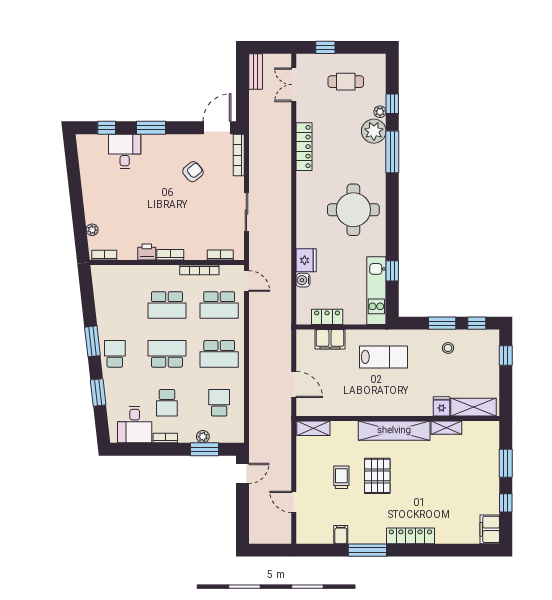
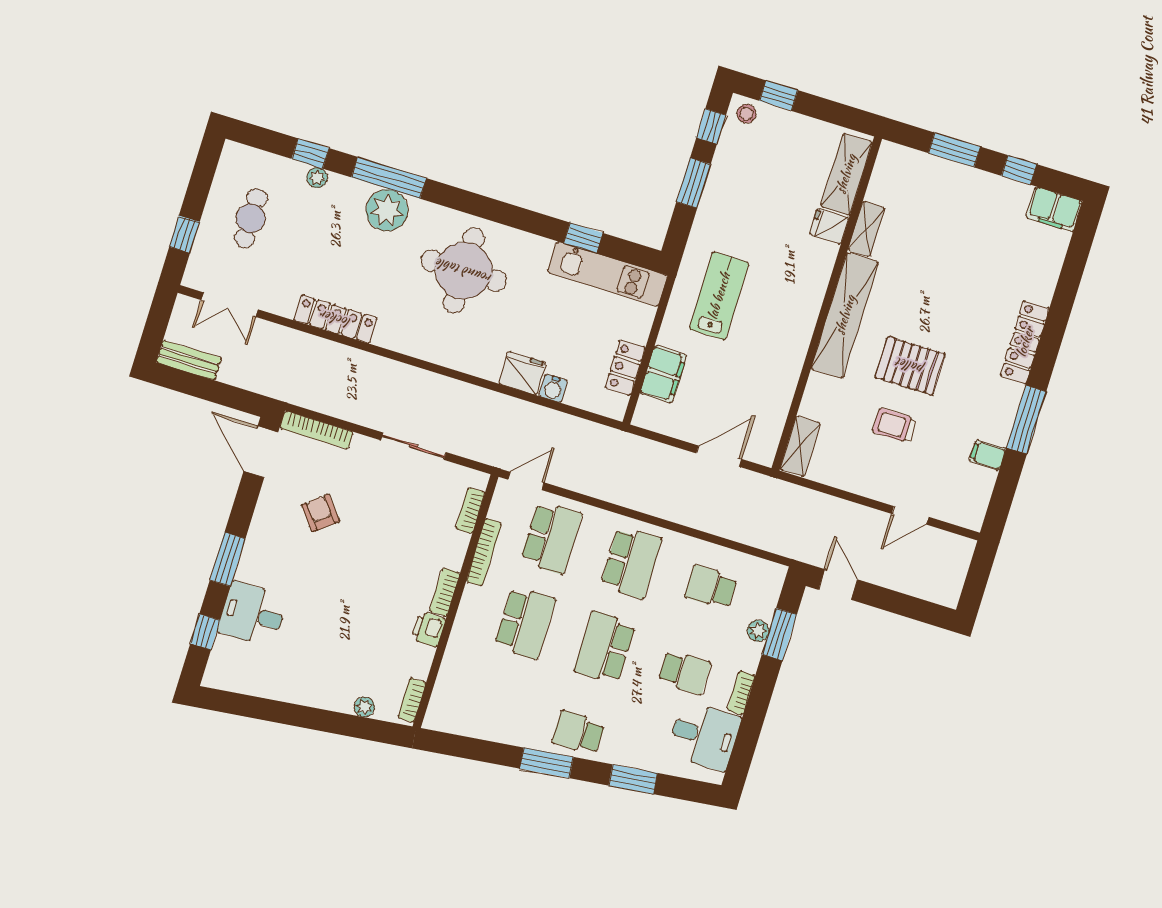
plant: (374, 131) -> (387, 210), moved
stool: (448, 348) -> (747, 114), moved

